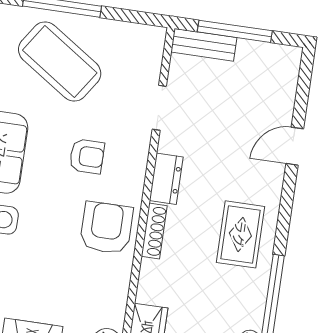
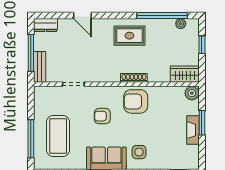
coffee table: (60, 61) -> (58, 136), turned -34
armchair: (87, 156) -> (102, 116), turned -90
dresser: (166, 179) -> (46, 25), moved, turned 180

